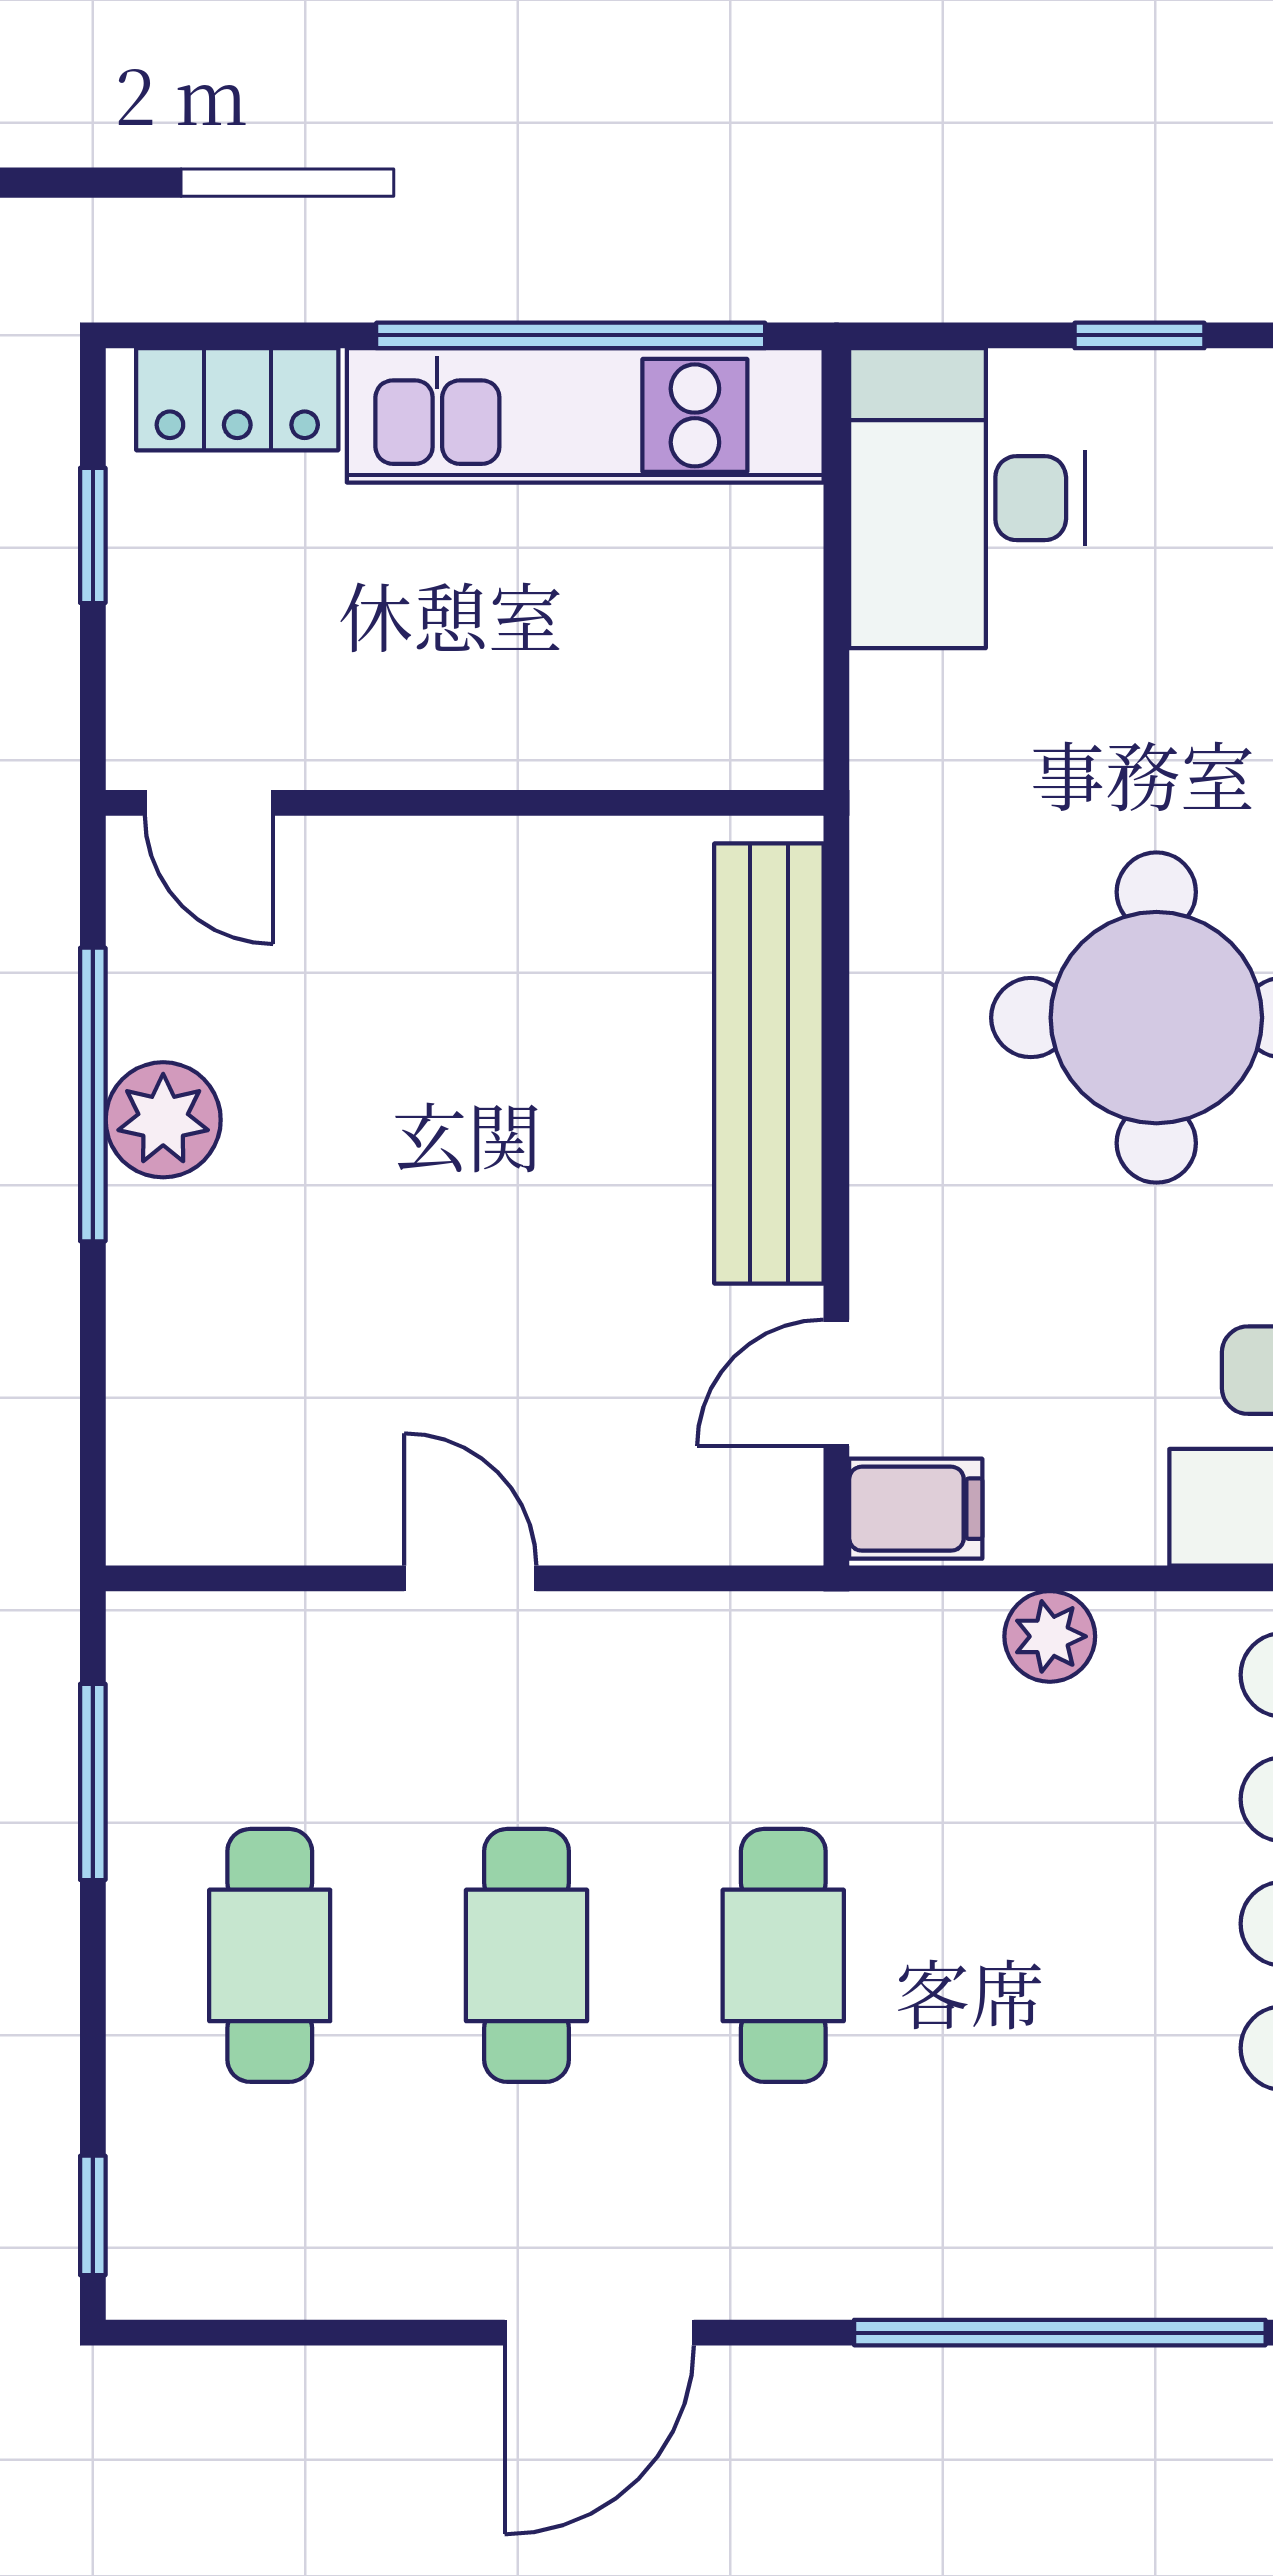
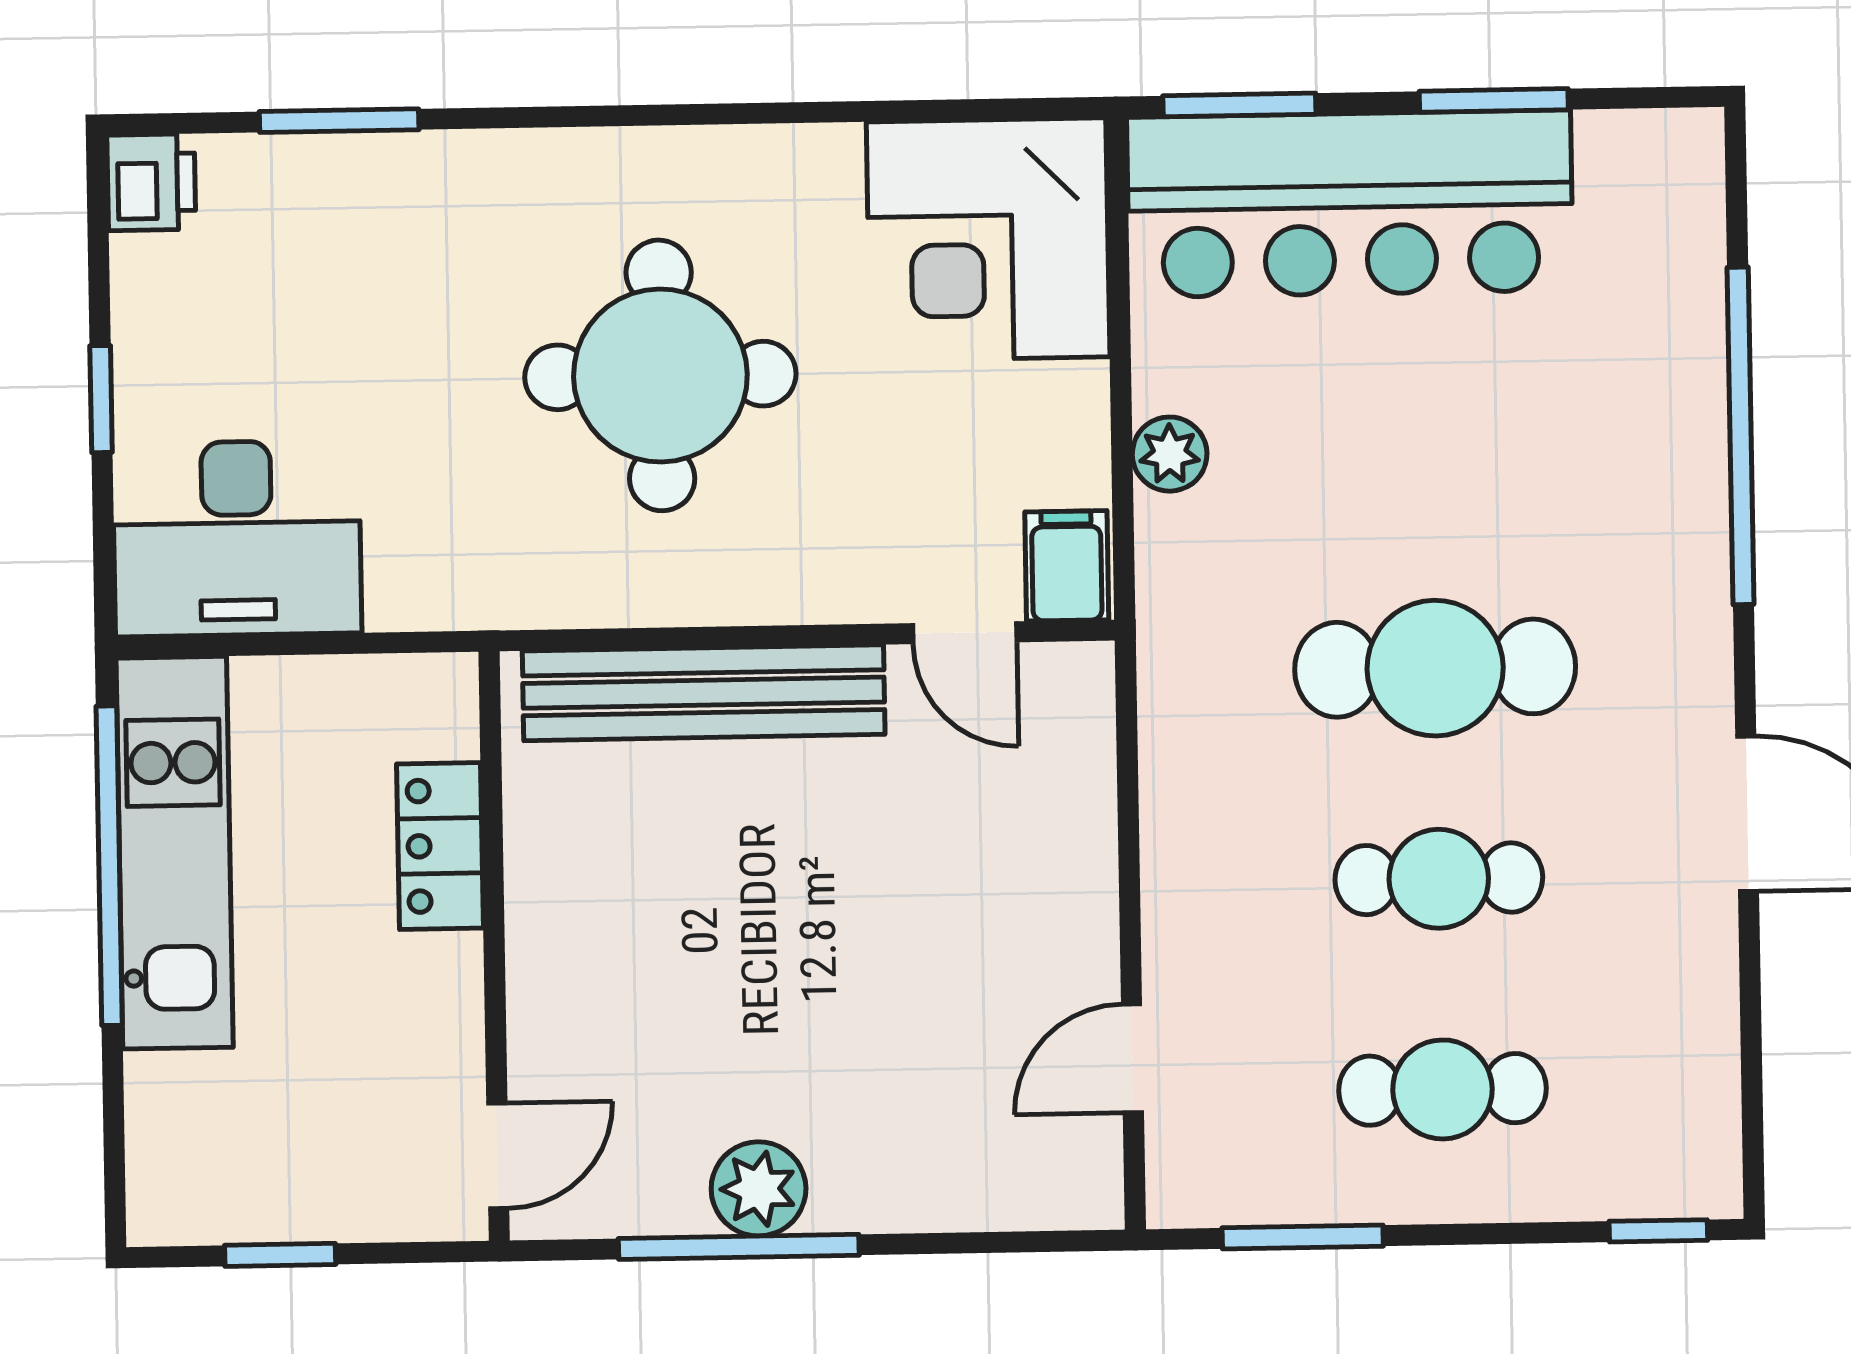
locker: (237, 399) -> (440, 846), moved, turned 180
door: (470, 1578) -> (1132, 1058), moved
cafe table: (783, 1955) -> (1435, 668), width x1.37, depth x1.35

